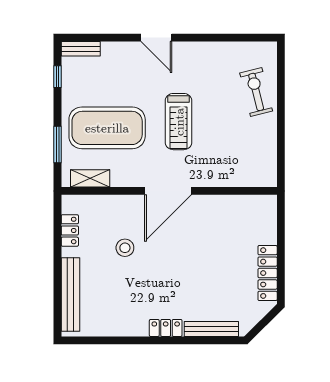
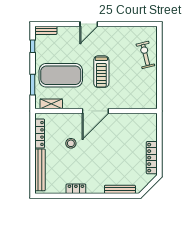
door: (156, 38) -> (89, 24), hinge flipped
locker: (70, 230) -> (40, 133), width x1.53
locker: (166, 328) -> (76, 189), moved

